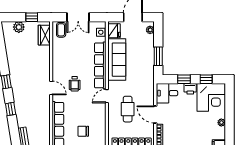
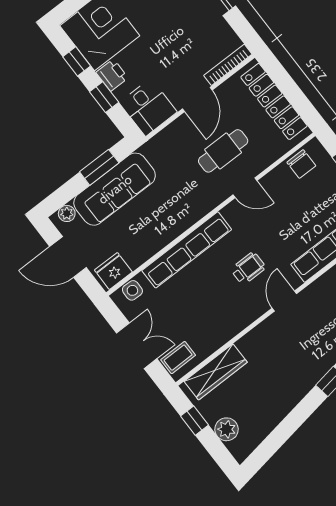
wardrobe: (44, 35) -> (216, 372), width x1.50
sofa: (117, 60) -> (115, 189), moved, turned 180
door: (107, 96) -> (245, 188), moved
chair: (83, 131) -> (301, 164), moved

